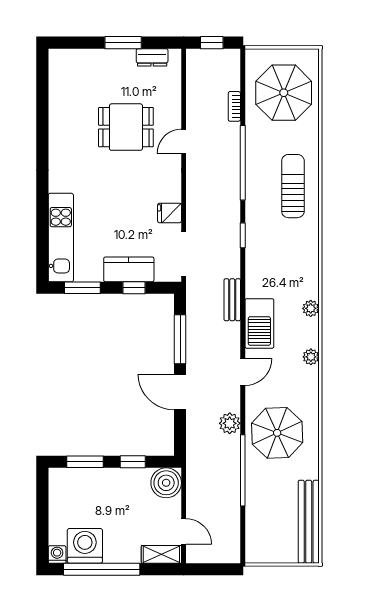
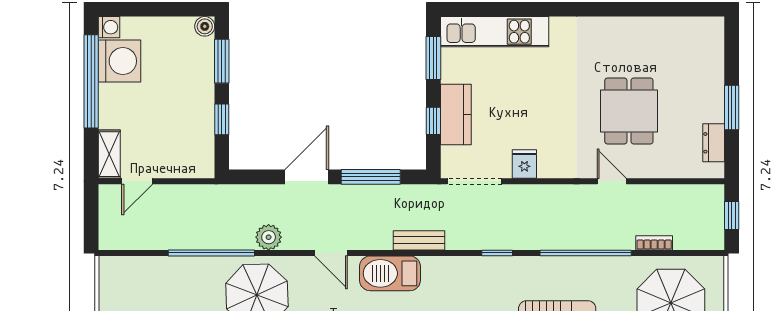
boiler: (166, 483) -> (205, 26), moved, width x0.54, depth x0.54

